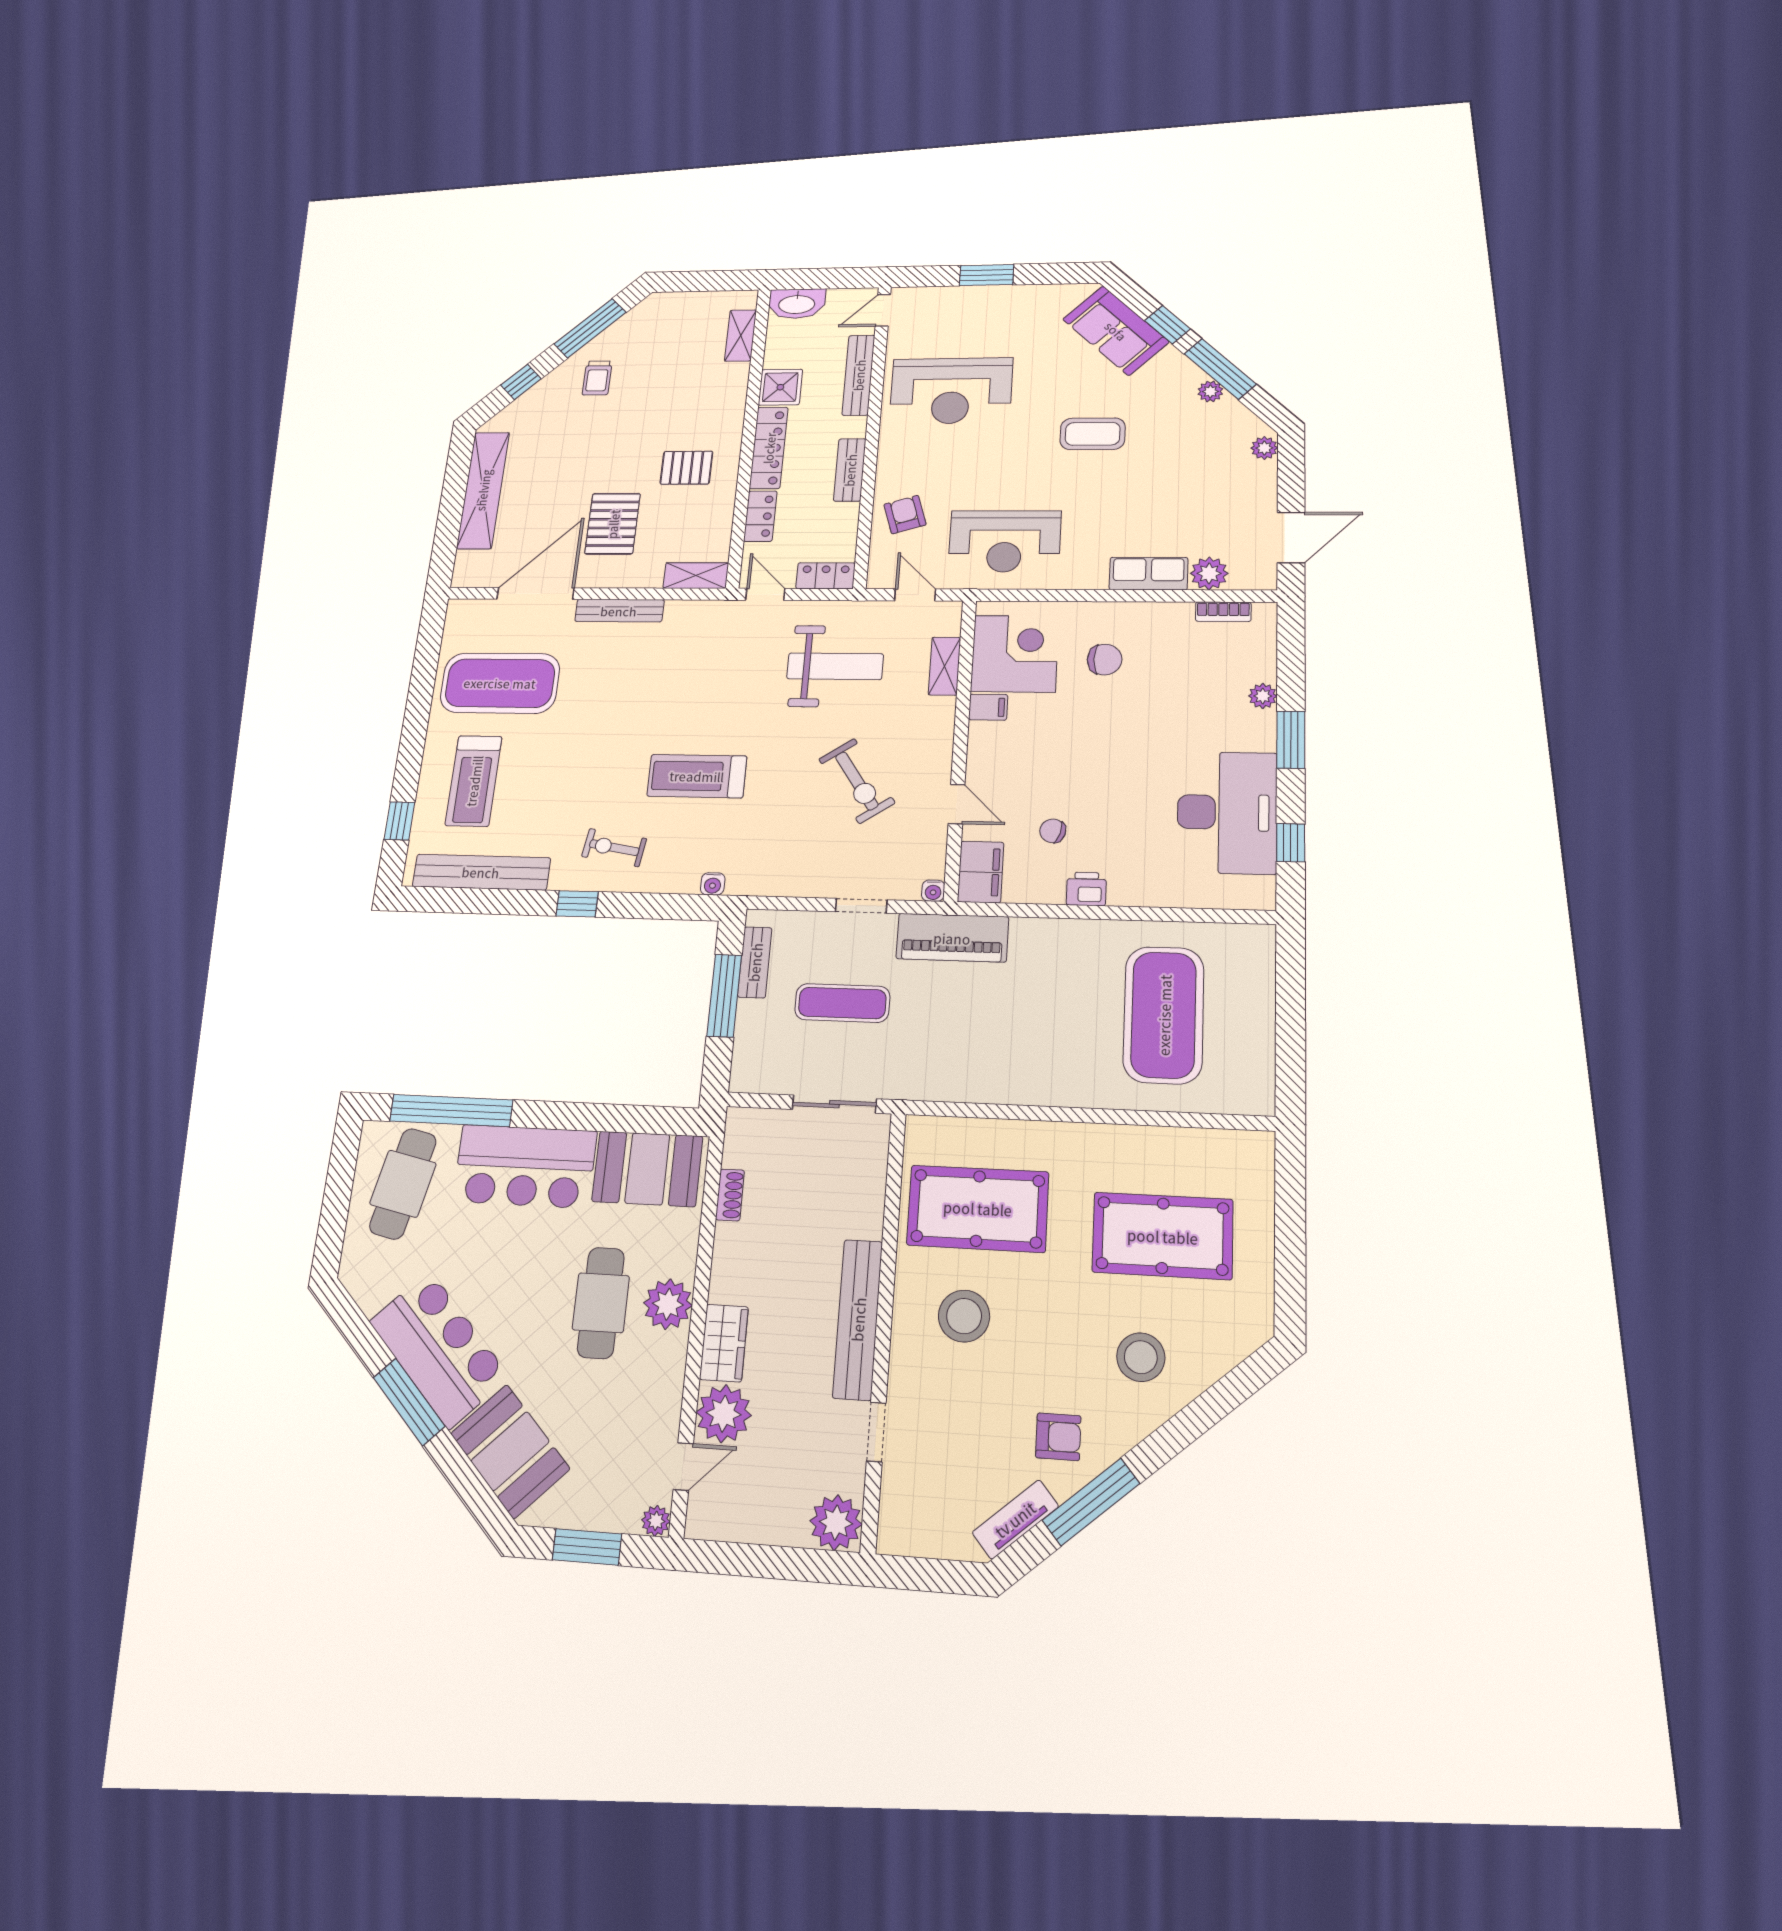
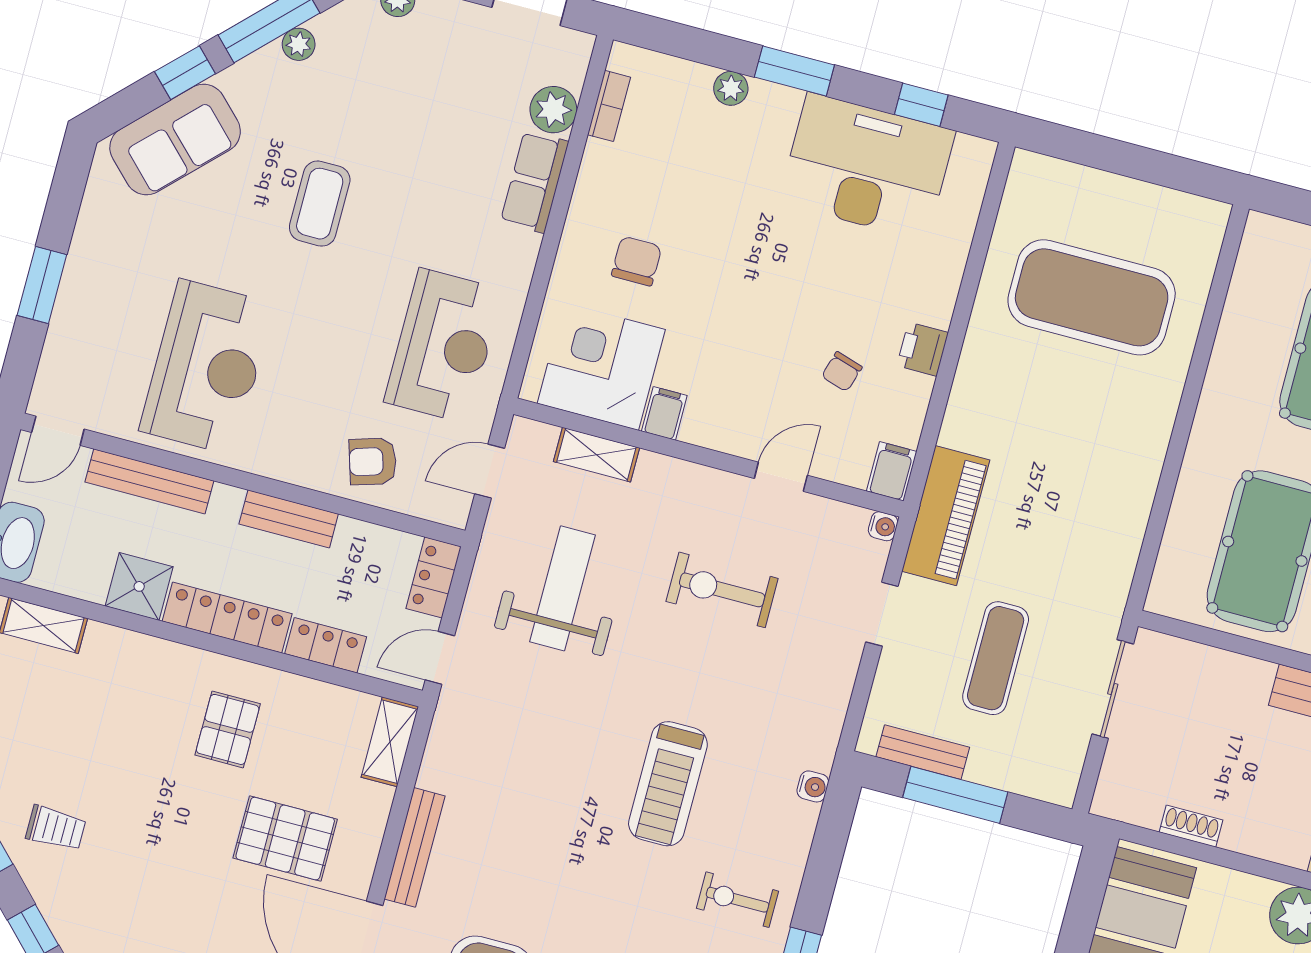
door: (883, 310) -> (58, 431), hinge flipped
exercise bike: (857, 781) -> (722, 590), turned -146
exercise bike: (614, 848) -> (737, 900), turned 81
filing cabinet: (981, 872) -> (892, 471), width x0.50

